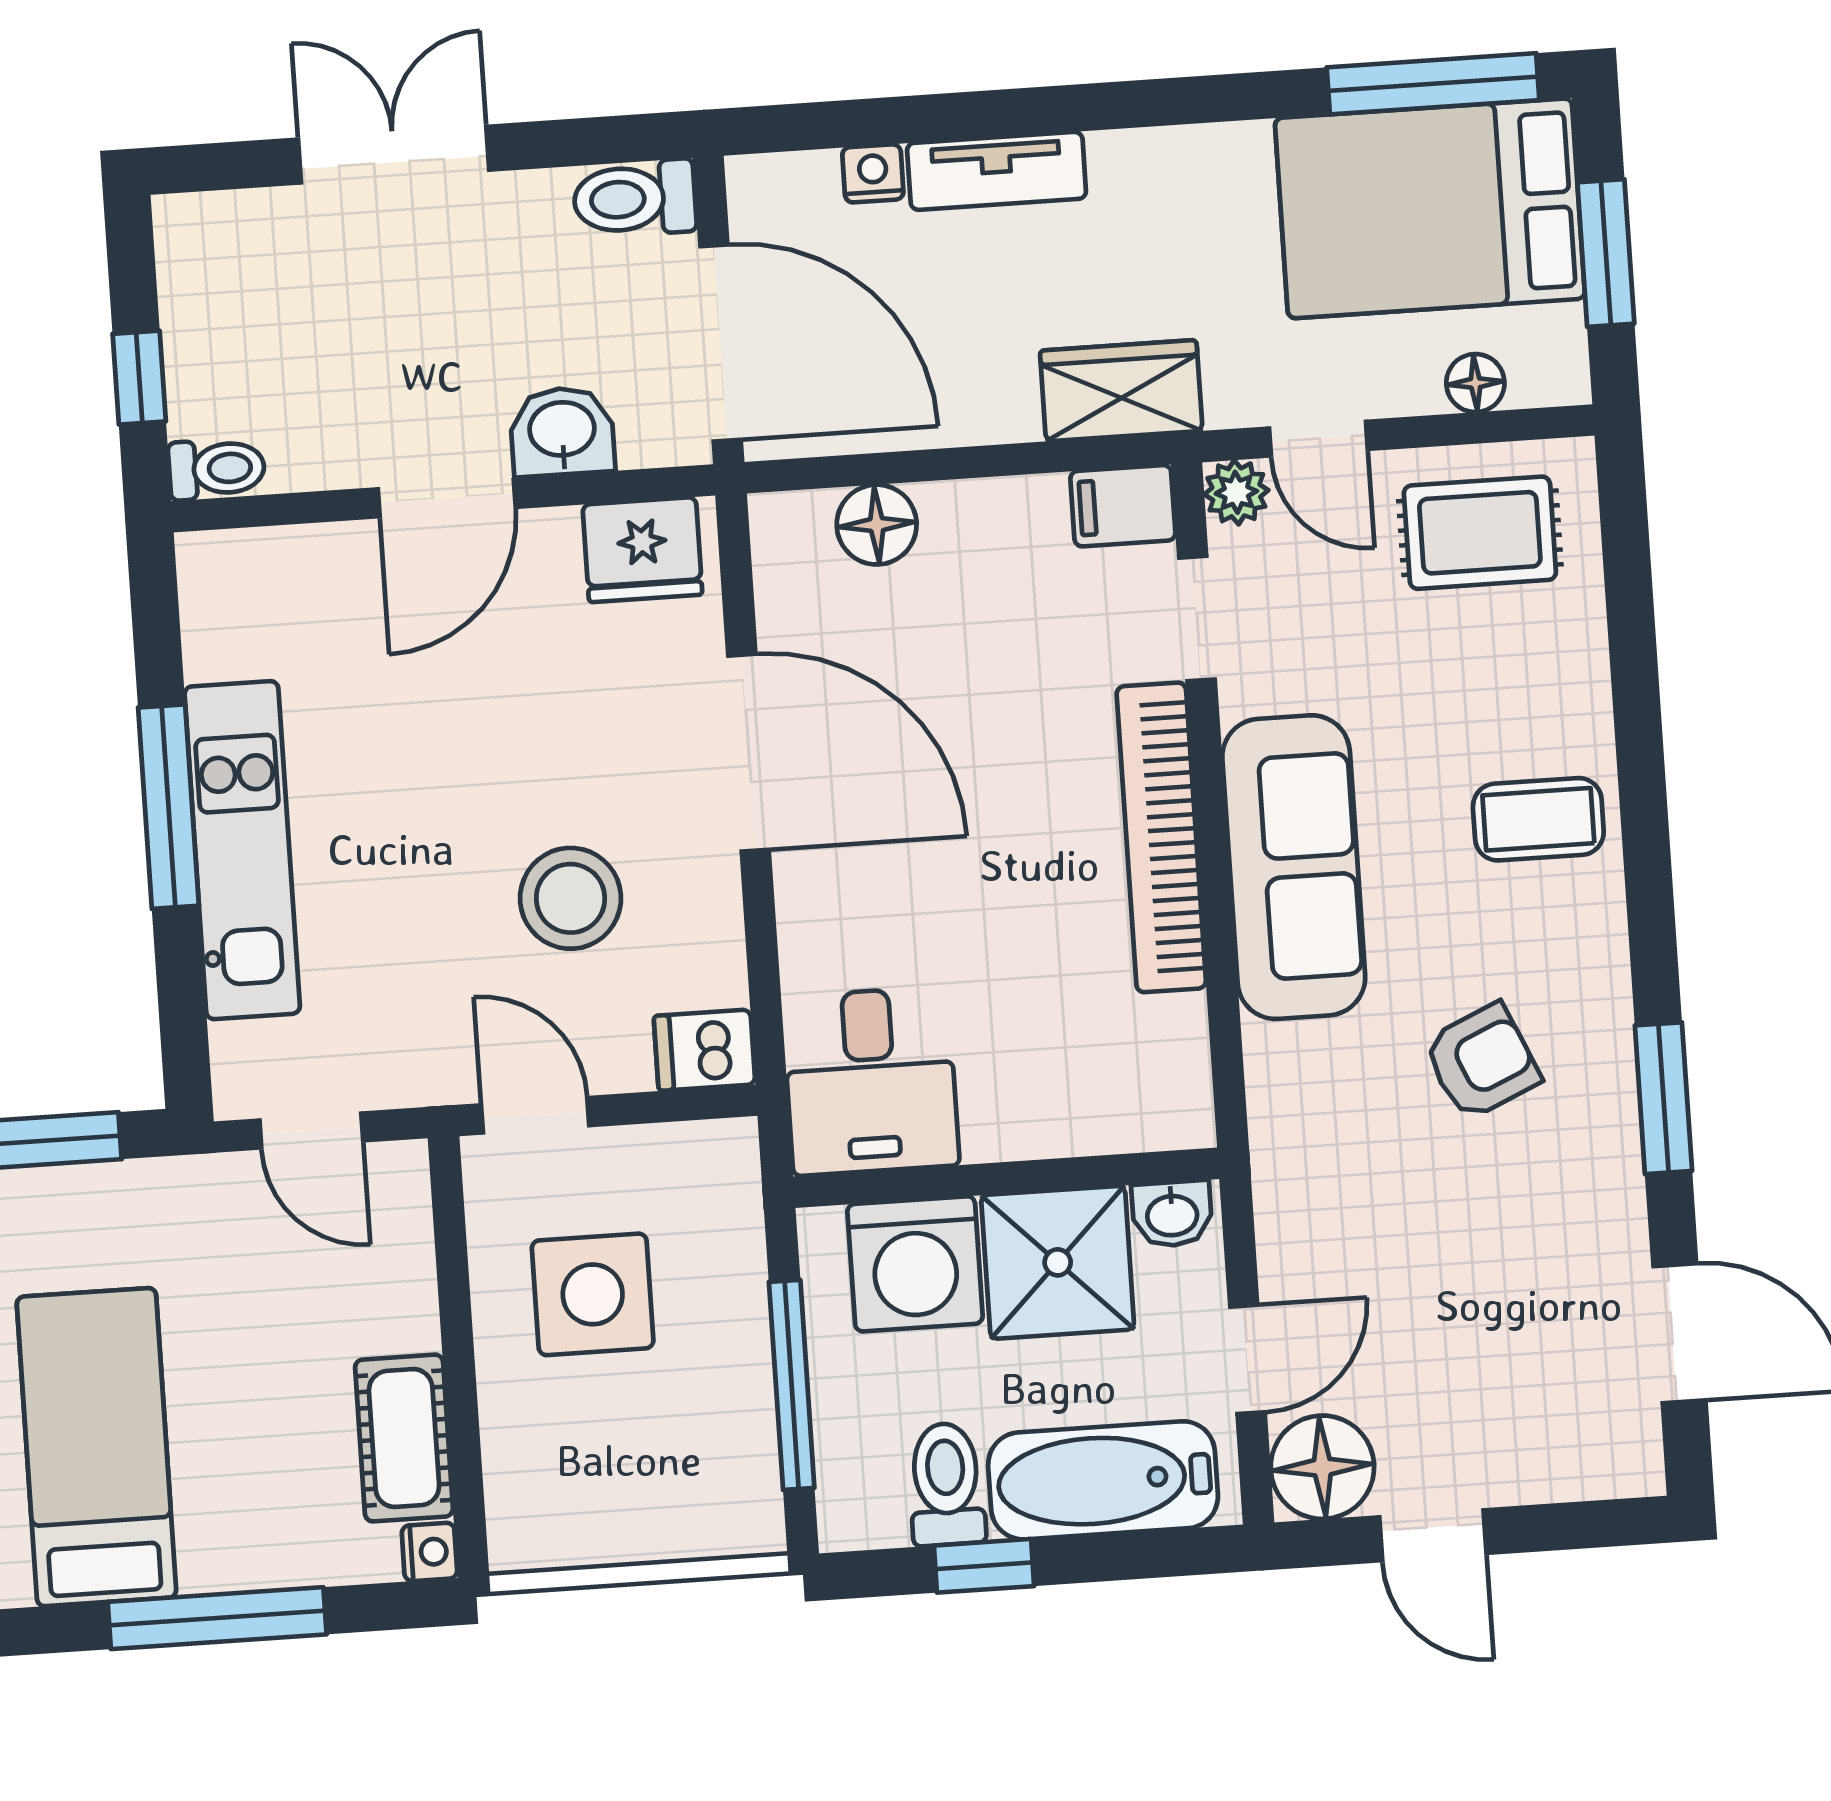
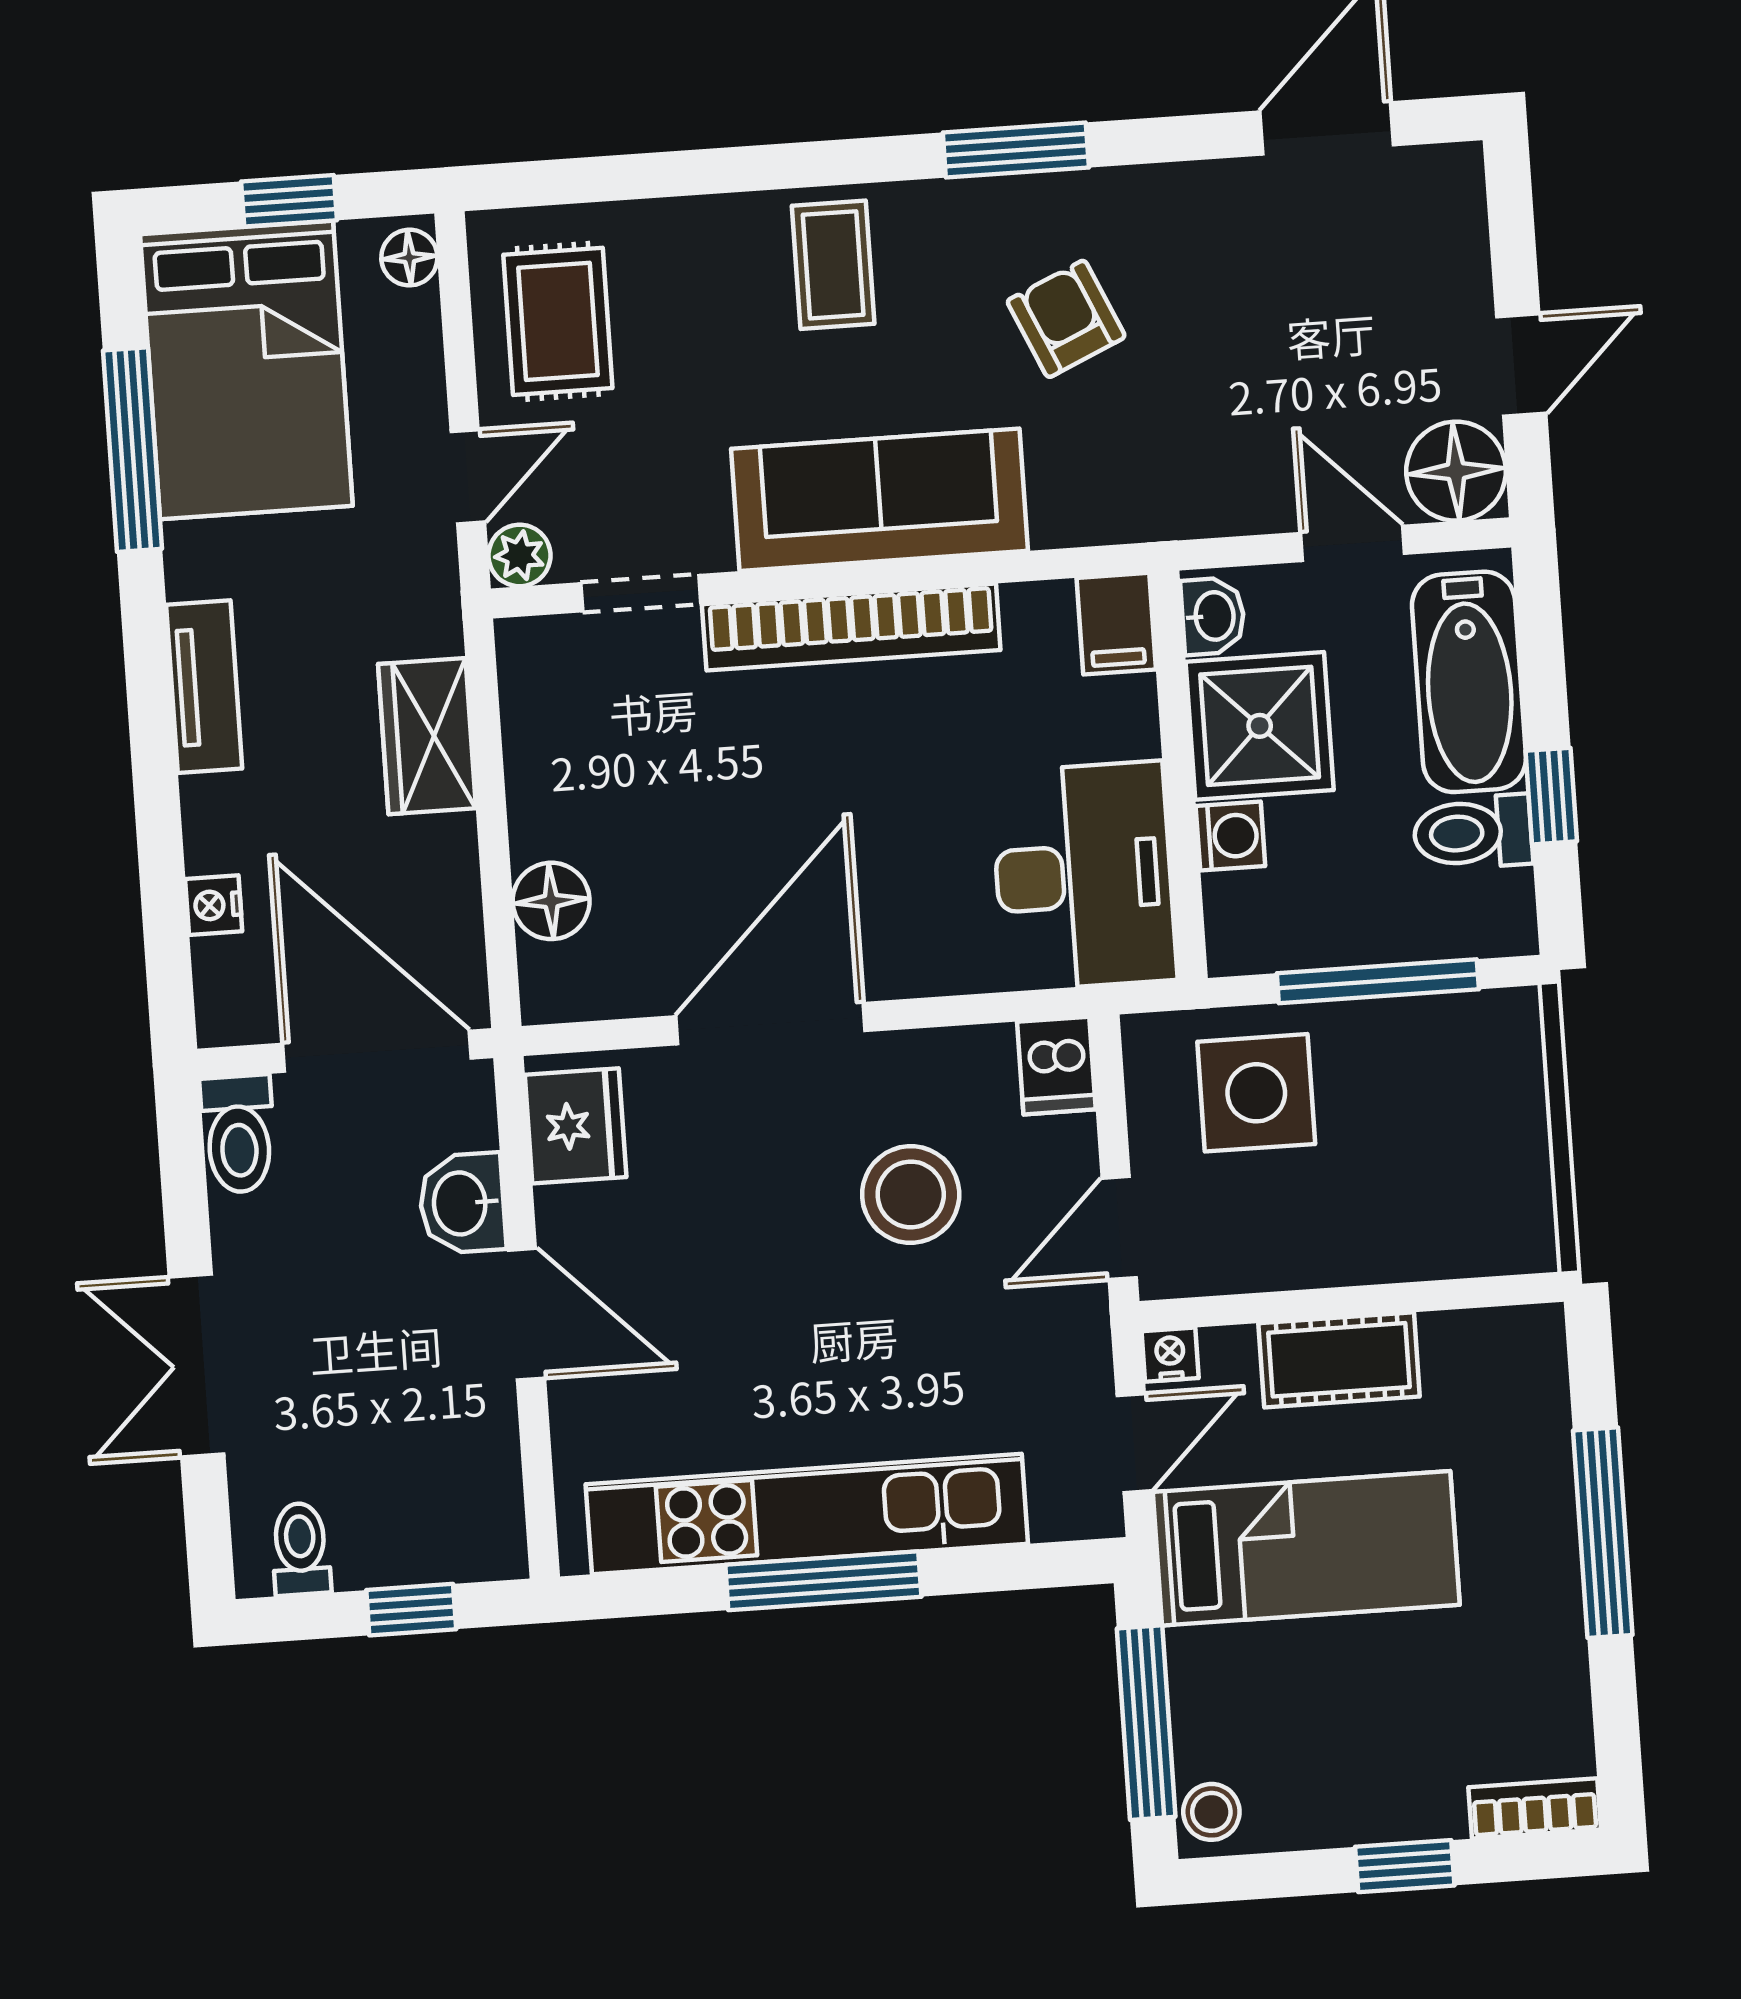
window: (1433, 84) -> (132, 450), moved
tv unit: (997, 171) -> (204, 687), moved
window: (1606, 253) -> (289, 201), width x0.67
door: (721, 343) -> (377, 1051), hinge flipped
floor lamp: (1475, 383) -> (409, 258), moved
wardrobe: (1121, 391) -> (427, 736), moved
toilet: (217, 469) -> (301, 1549), moved
filing cabinet: (1123, 506) -> (1116, 624), moved
kitchen unit: (242, 850) -> (807, 1514), width x1.36
desk: (871, 1081) -> (1084, 876), width x1.37
window: (1663, 1098) -> (1016, 150), moved
washing machine: (915, 1264) -> (1230, 836), width x0.53, depth x0.53
side table: (593, 1294) -> (1256, 1093), moved
cot: (404, 1438) -> (1339, 1360), moved
bed: (97, 1447) -> (1306, 1548), moved, turned 180
nightstand: (429, 1552) -> (1170, 1355), moved

